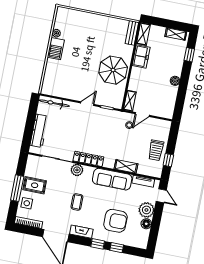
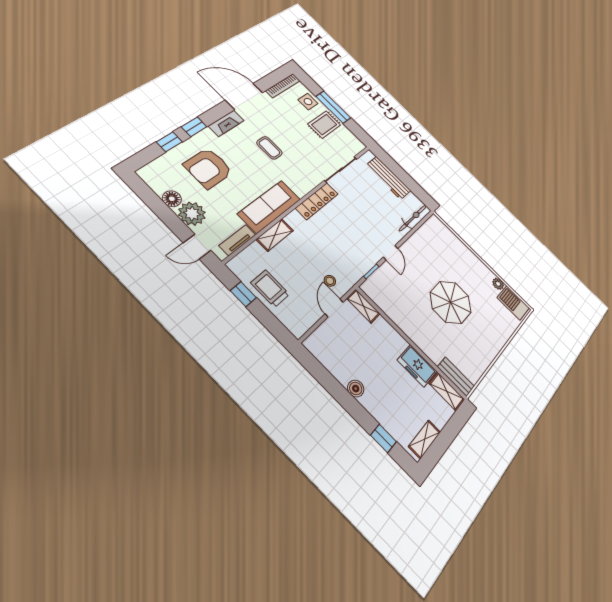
barbecue: (56, 49) -> (513, 303), moved
parasol: (113, 70) -> (451, 302), moved
plant: (77, 170) -> (312, 179), removed

